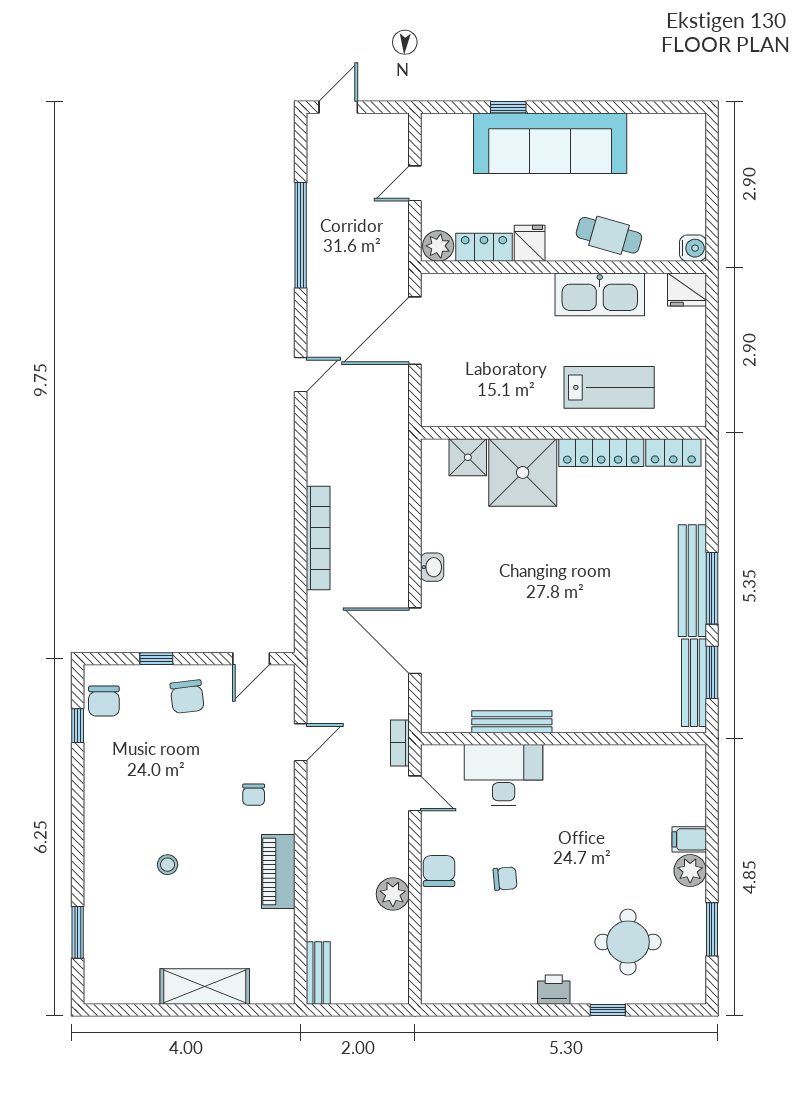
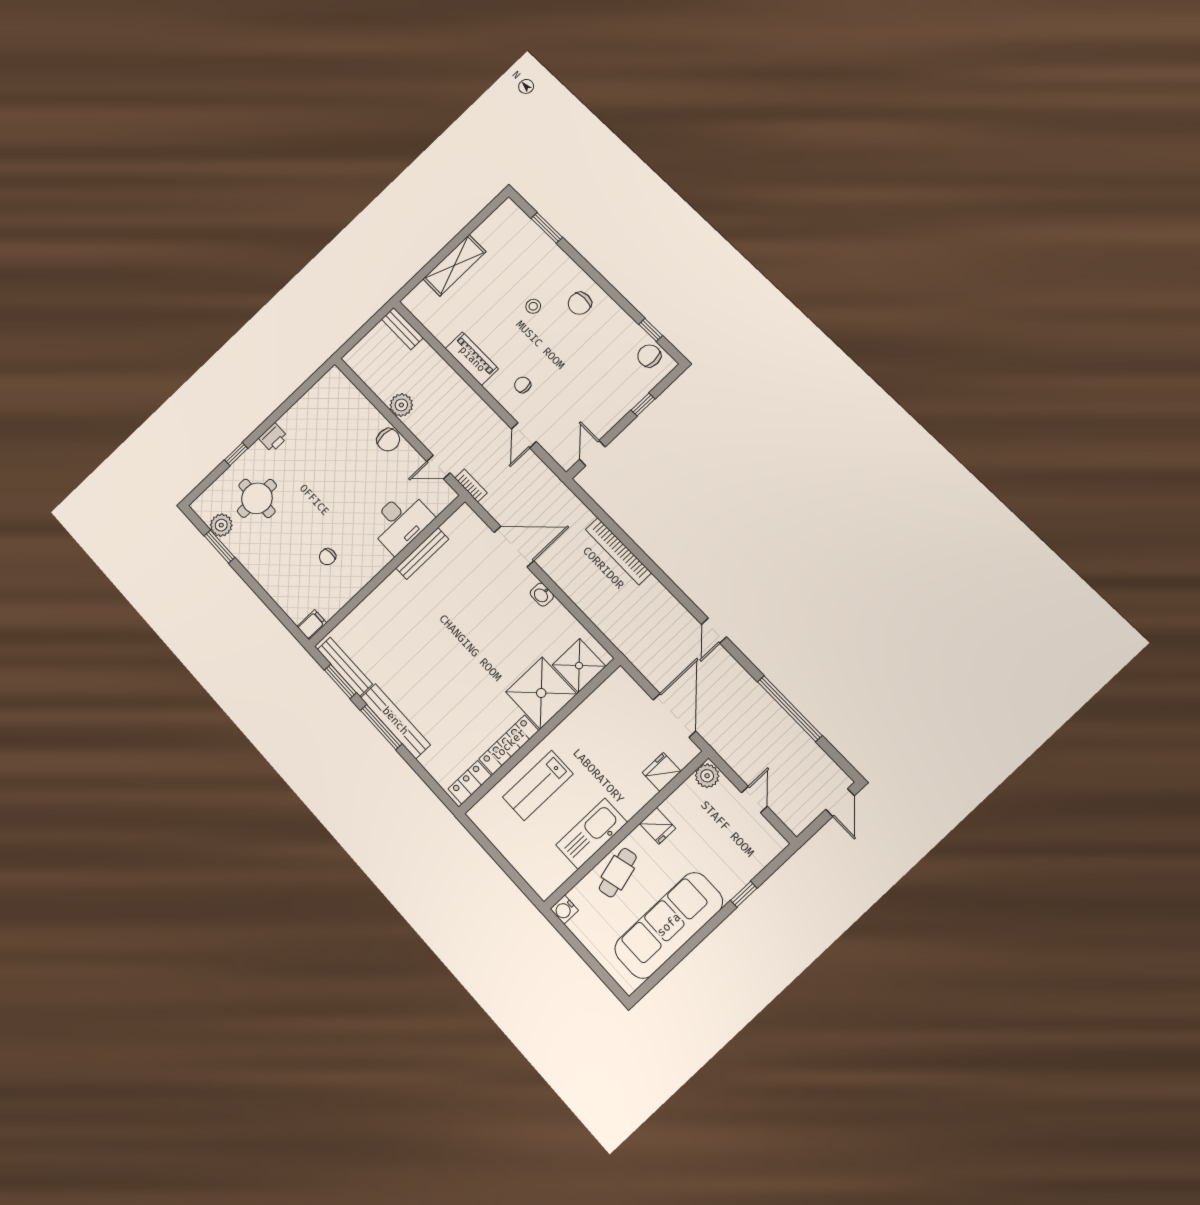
sofa: (550, 143) -> (669, 925), moved
cafe table: (609, 235) -> (618, 873), turned -31
locker: (484, 247) -> (681, 799), removed
fridge: (687, 289) -> (662, 772), moved
shower: (468, 457) -> (579, 666), width x1.36, depth x1.36
chair: (187, 697) -> (580, 303), moved, turned -83
filing cabinet: (689, 839) -> (312, 625), moved
plant: (690, 871) -> (221, 525), moved
chair: (505, 879) -> (328, 557), moved

